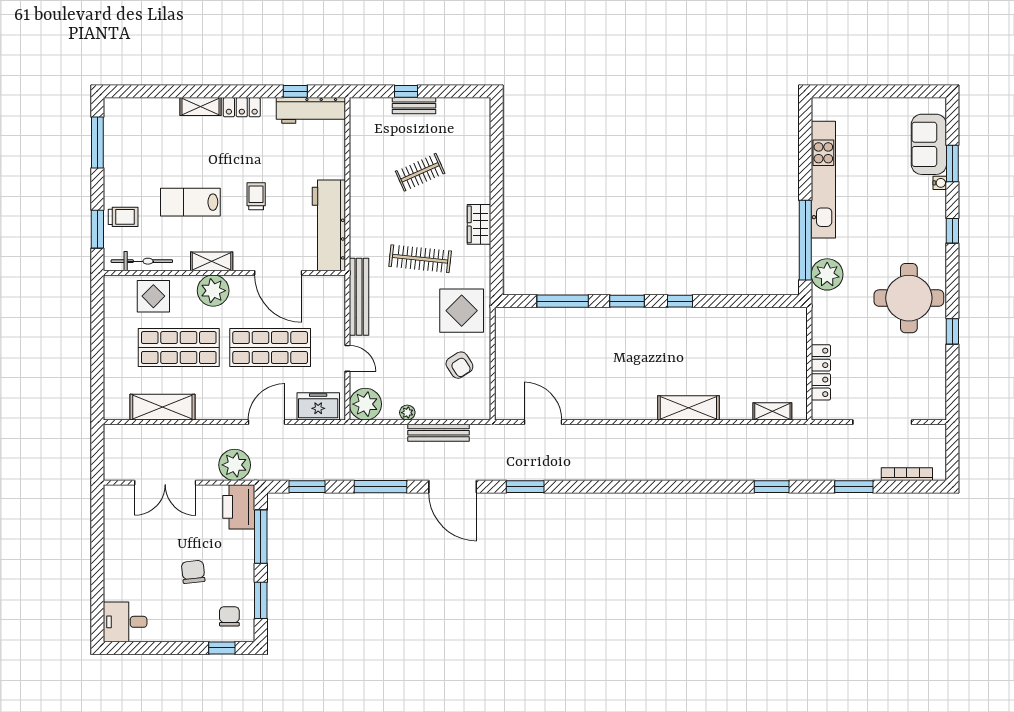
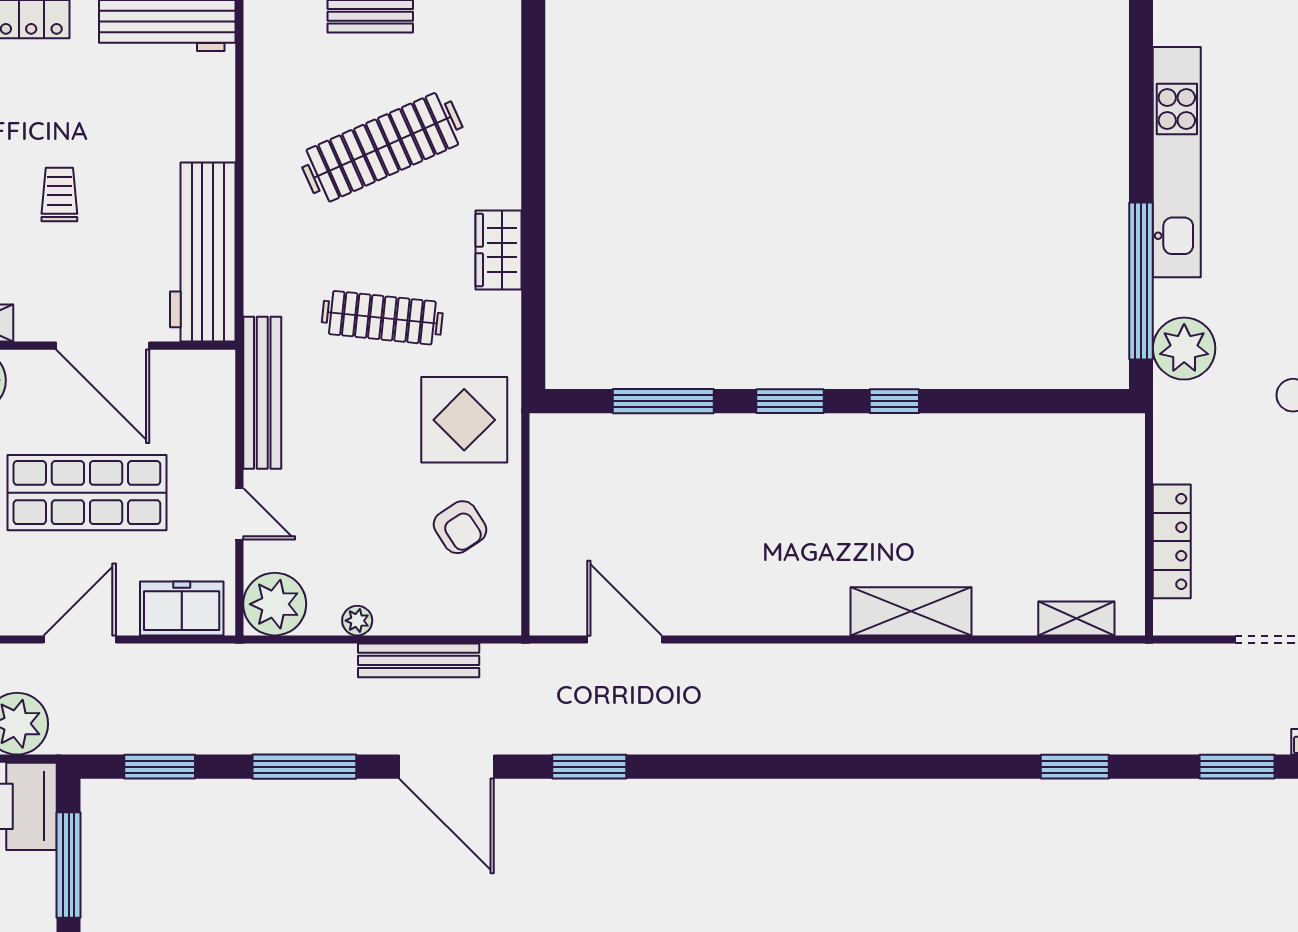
clothes rail: (420, 172) -> (382, 147), width x1.86, depth x1.31

